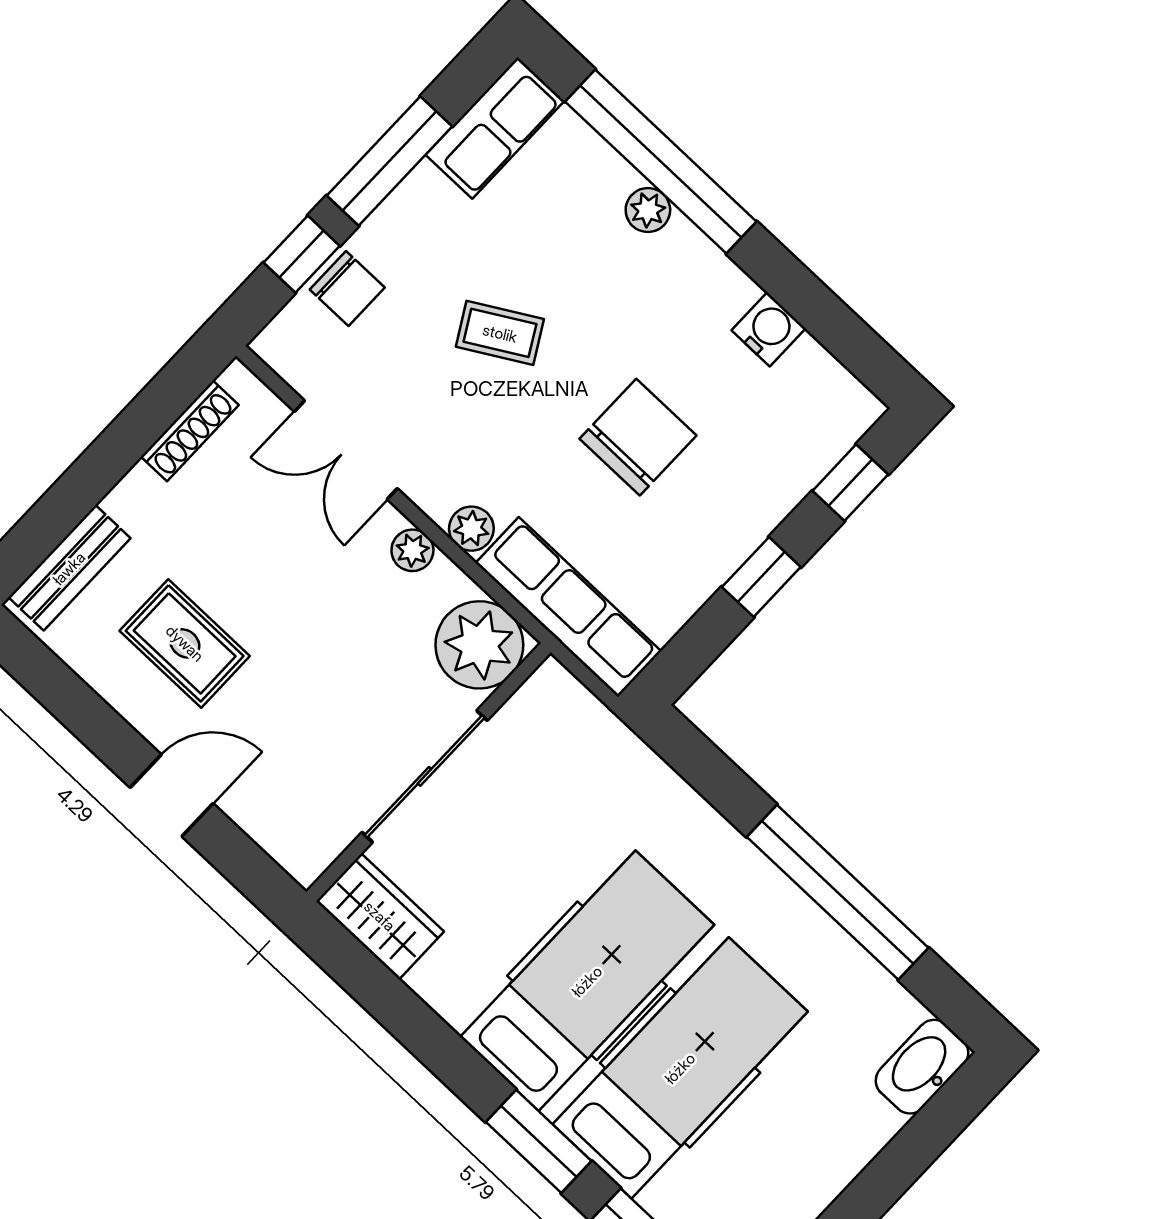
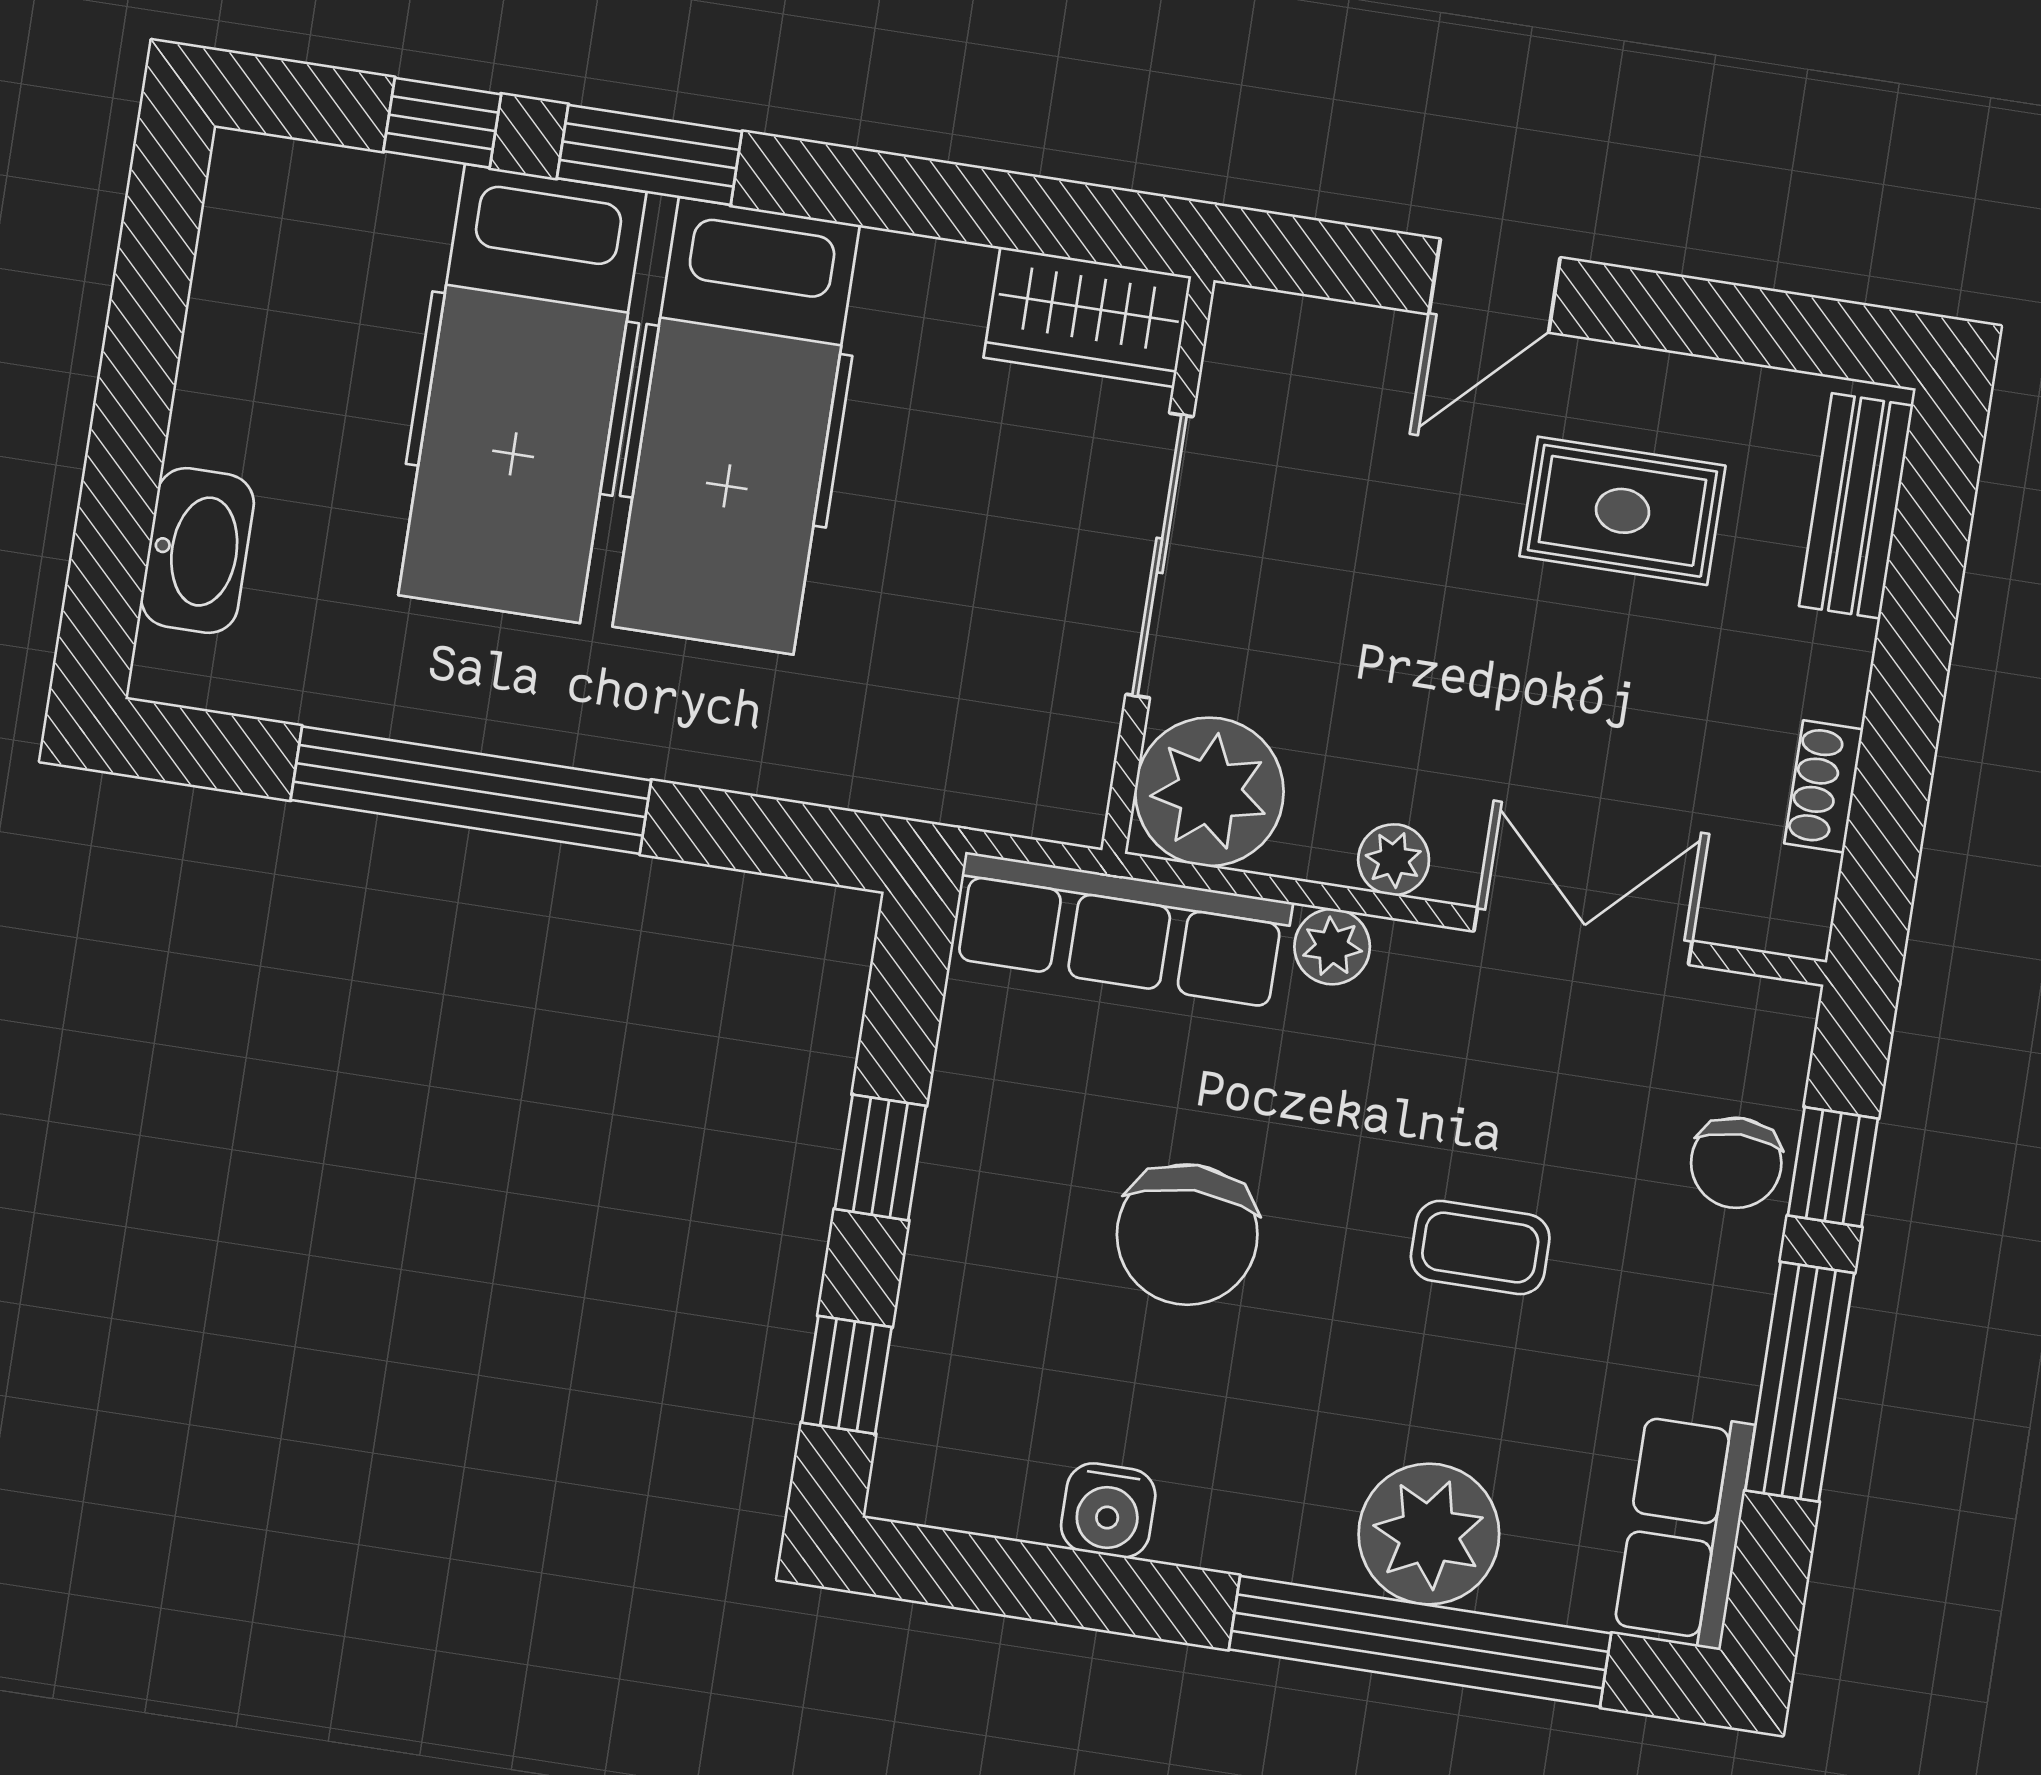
plant: (648, 210) -> (1429, 1534), width x1.87, depth x1.87
chair: (347, 289) -> (1736, 1163), turned -90
coffee table: (500, 333) -> (1480, 1248), turned 30
shoe rack: (190, 431) -> (1824, 786), width x0.70
washbasin: (922, 1067) -> (197, 550), moved

